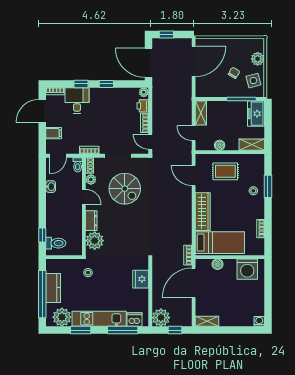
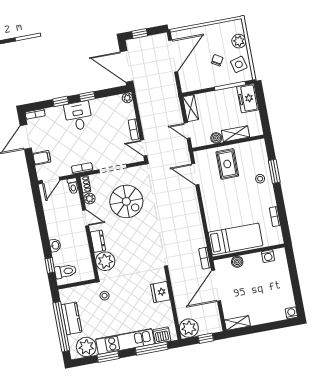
desk: (77, 100) -> (78, 116), moved
printer: (143, 106) -> (129, 112), removed
shelving: (252, 145) -> (235, 134), moved
rug: (225, 171) -> (227, 164), turned 90
washbasin: (51, 187) -> (55, 245), moved
wardrobe: (203, 212) -> (212, 210), removed
washing machine: (247, 269) -> (268, 256), width x0.53, depth x0.53

